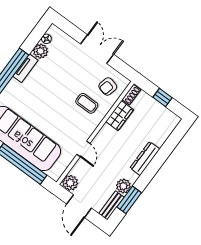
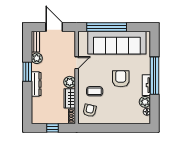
double door: (97, 49) -> (112, 128), removed
armchair: (48, 96) -> (121, 79), added
door: (83, 149) -> (77, 63), swing flipped
plant: (70, 183) -> (70, 82), moved
window: (129, 200) -> (27, 72), moved

